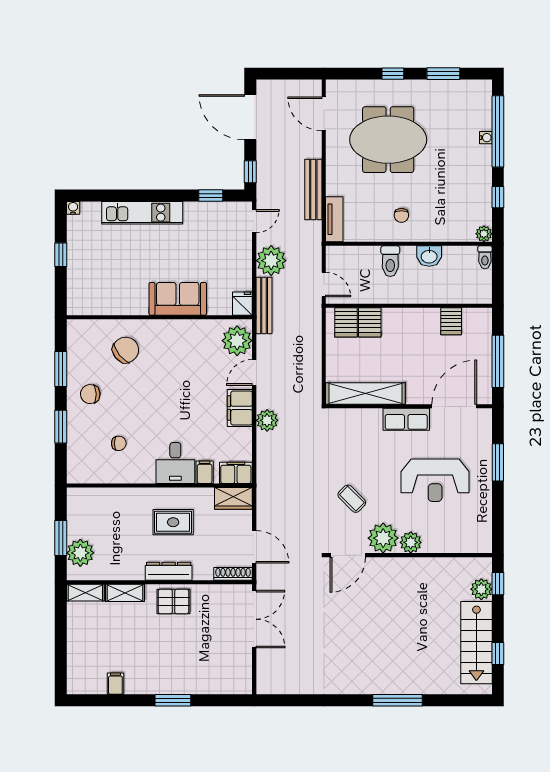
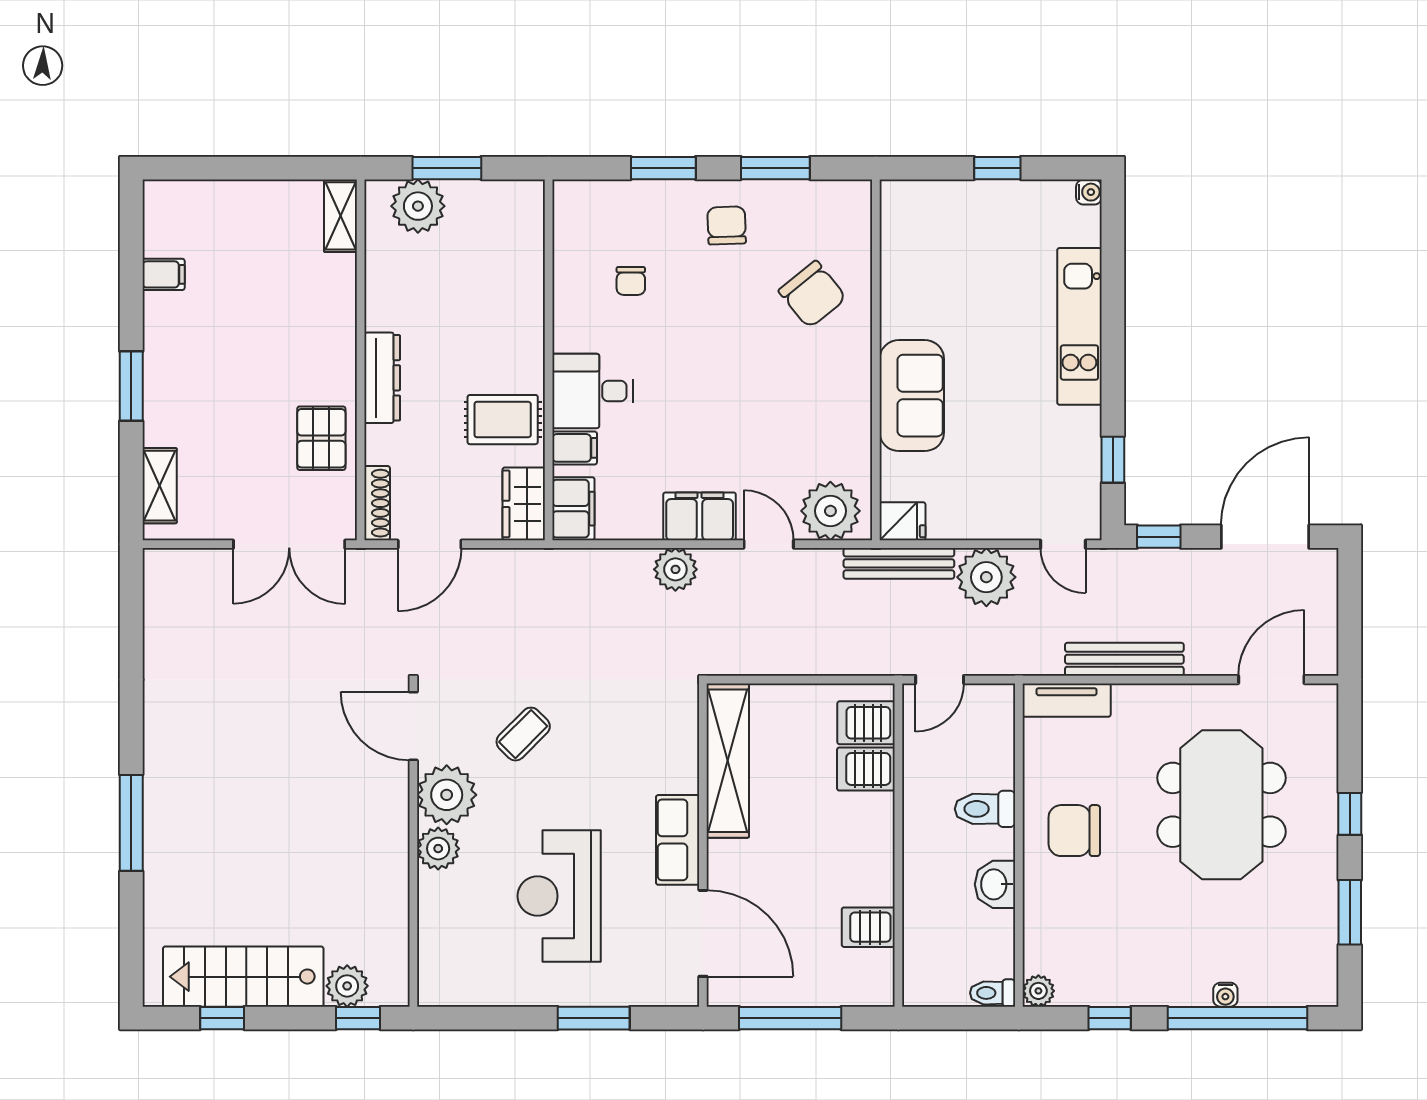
chair: (401, 215) -> (1074, 831), width x1.87, depth x1.87
rug: (173, 522) -> (503, 420), moved, turned 90
shelving: (125, 593) -> (160, 486), moved
pallet: (173, 602) -> (321, 438), moved

